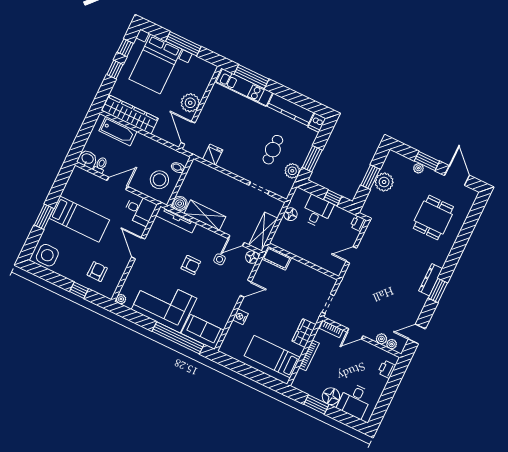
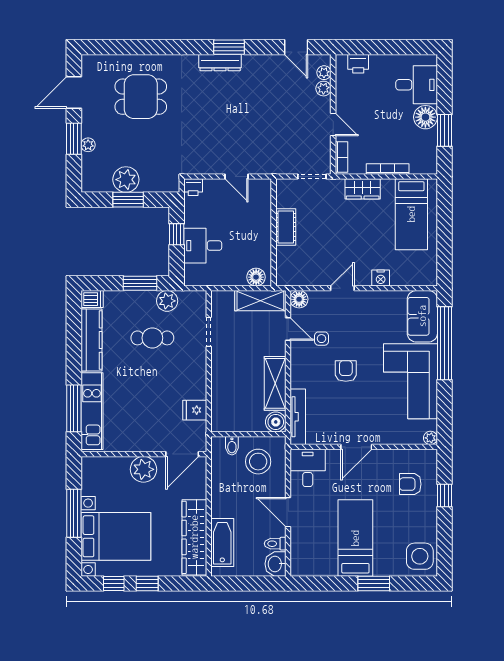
floor lamp: (290, 214) -> (256, 277), moved
cot: (277, 258) -> (286, 227), moved
door: (246, 289) -> (342, 288), hinge flipped

